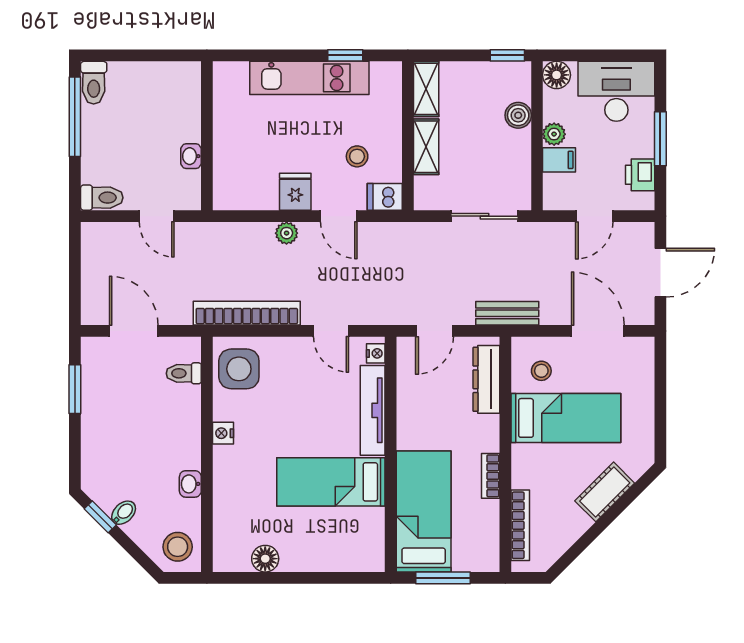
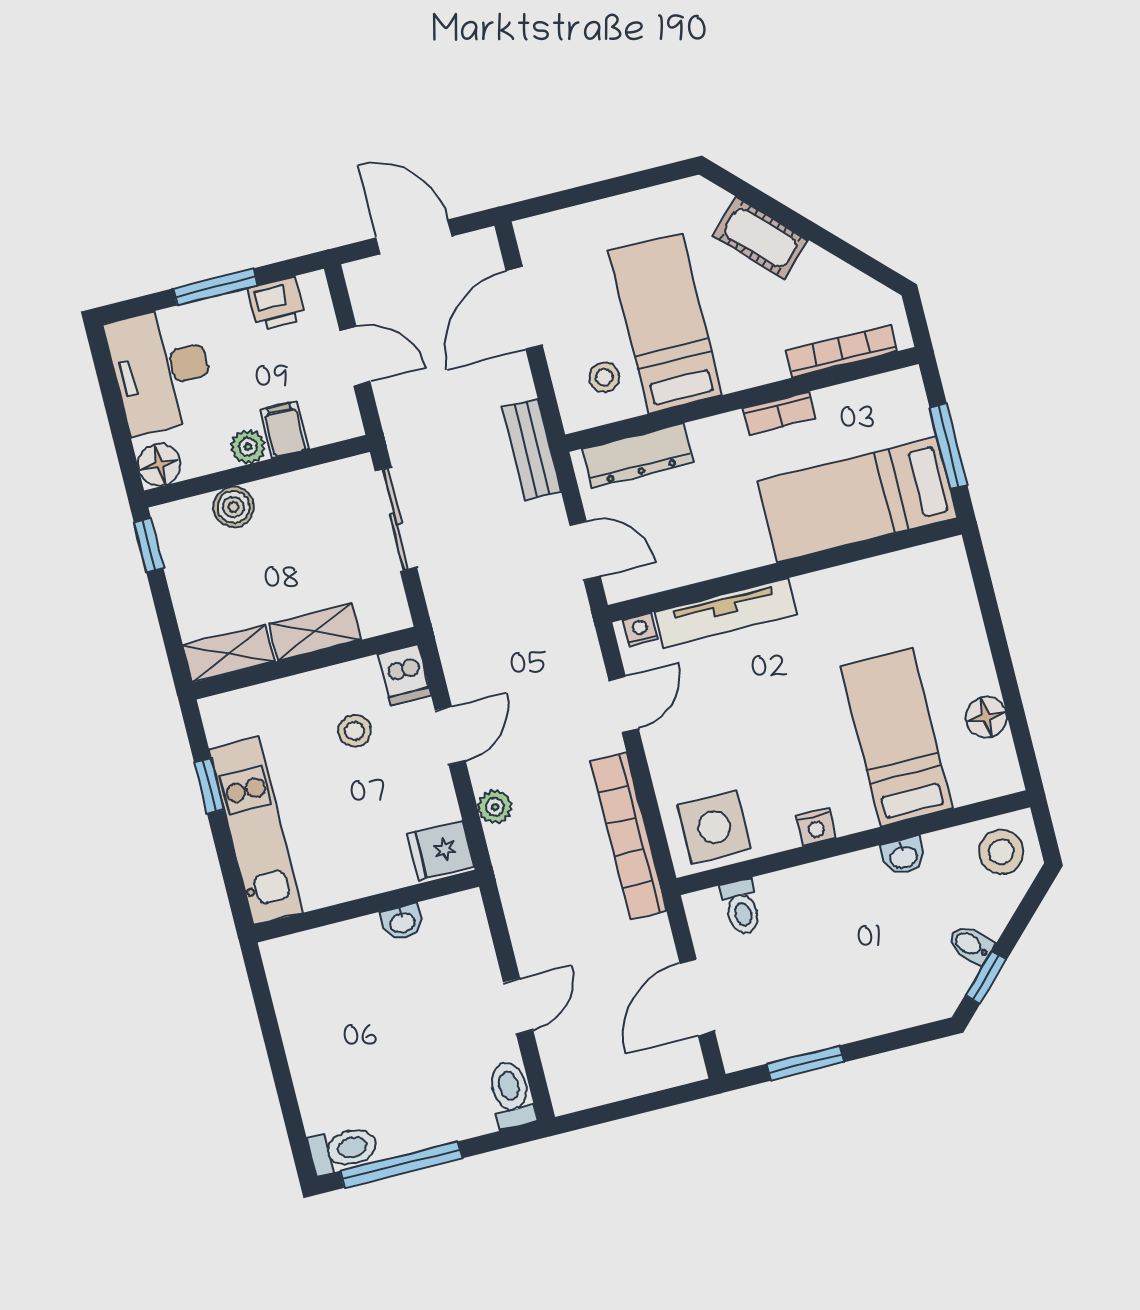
wall: (207, 136) -> (366, 906), moved
washbasin: (191, 156) -> (402, 922), moved
fridge: (295, 192) -> (441, 850), moved
bed: (331, 482) -> (896, 738), moved, turned 180

